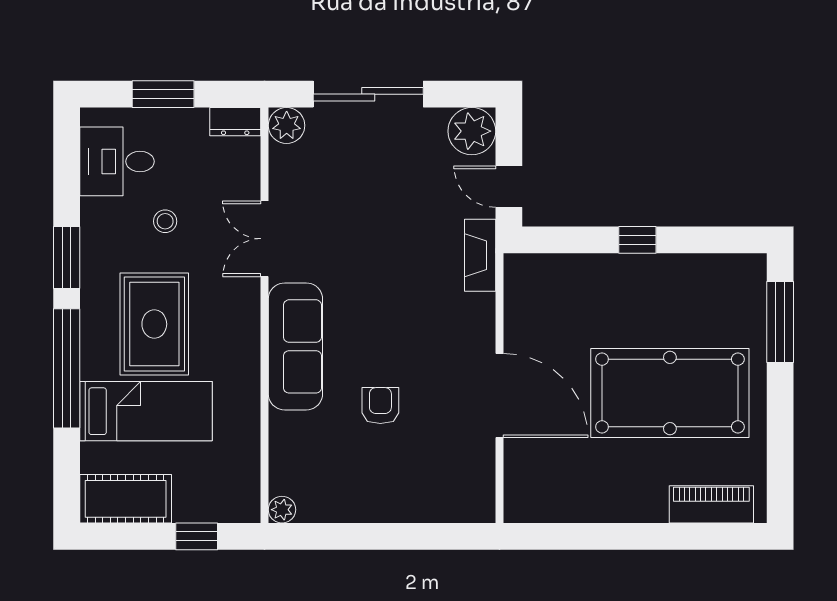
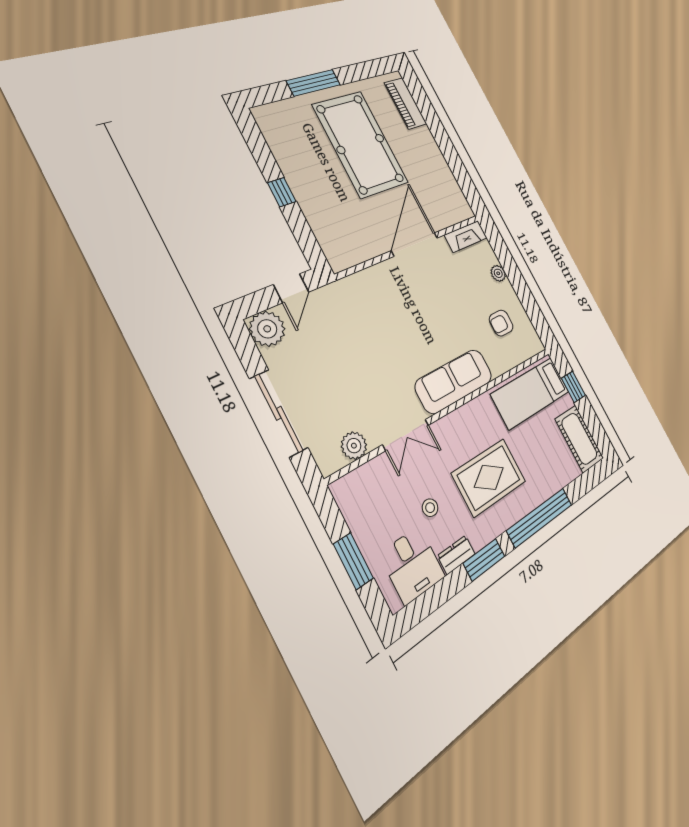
dresser: (235, 122) -> (456, 555), moved, turned -90
plant: (287, 125) -> (354, 446), moved
fireplace: (480, 255) -> (466, 236), moved
window: (780, 322) -> (314, 83), moved
armchair: (380, 406) -> (501, 323), moved
bed: (146, 411) -> (530, 393), moved, turned -90
plant: (282, 510) -> (498, 273), moved

